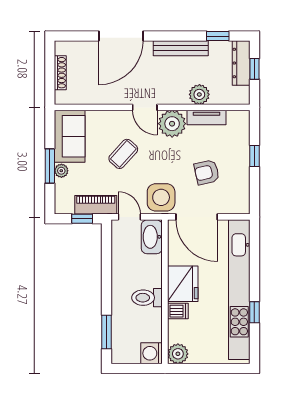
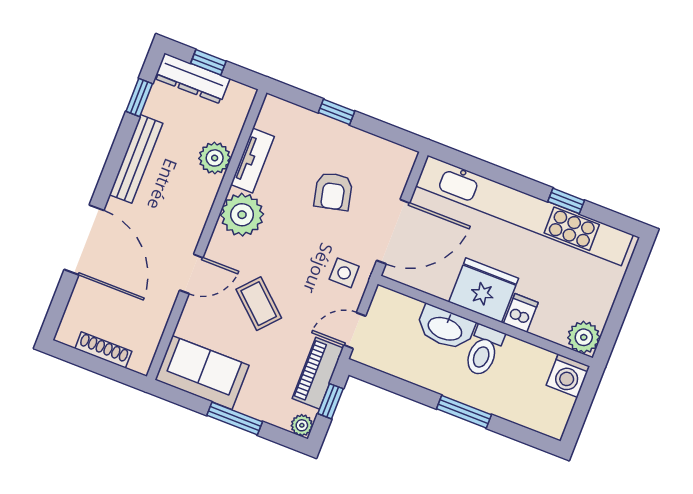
door: (145, 107) -> (191, 274), moved
plant: (61, 171) -> (302, 425), moved
side table: (161, 197) -> (344, 273), width x0.54, depth x0.54
washbasin: (152, 237) -> (445, 328), moved
window: (107, 332) -> (464, 412), moved

